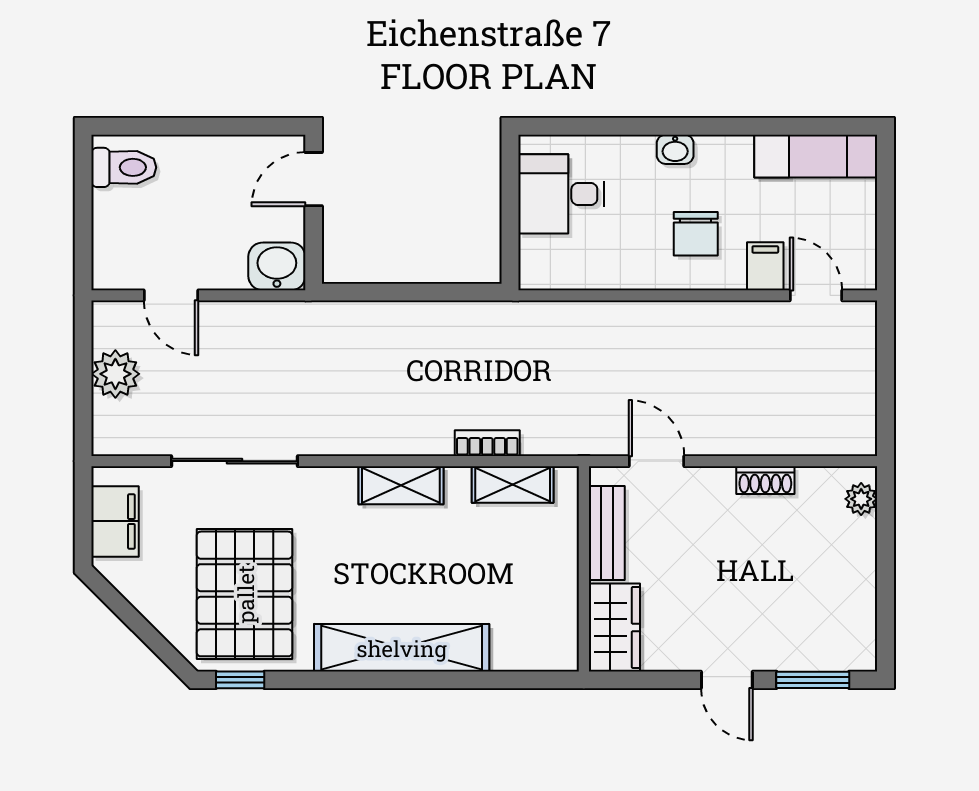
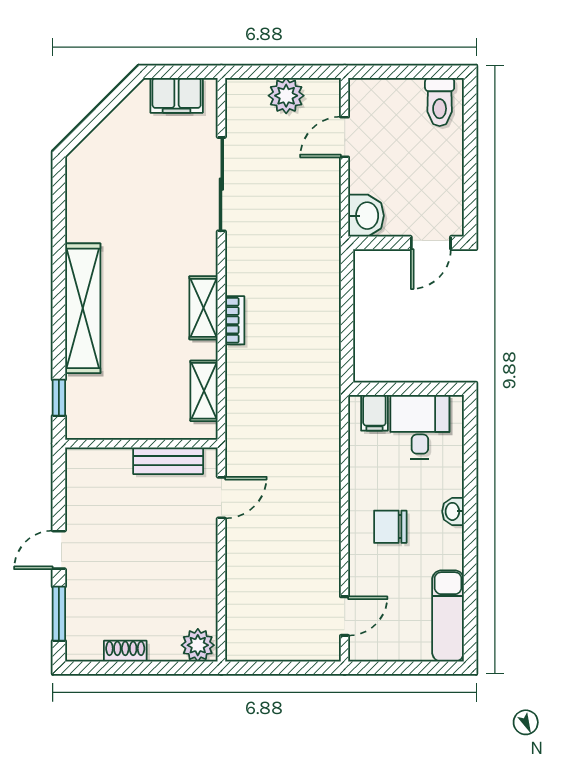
door: (314, 179) -> (431, 243), swing flipped
filing cabinet: (765, 266) -> (374, 413), moved, turned 90
bookcase: (487, 443) -> (235, 320), moved
shoe rack: (765, 480) -> (125, 651), moved, turned 90
plant: (861, 499) -> (198, 645), width x1.38, depth x1.38
pallet: (245, 594) -> (123, 192), removed
wardrobe: (614, 627) -> (98, 466), removed
window: (240, 680) -> (59, 398), moved

